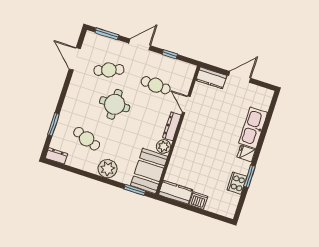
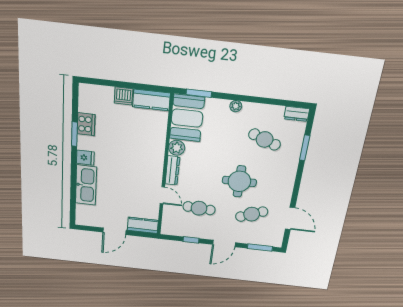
plant: (107, 169) -> (236, 106), width x0.53, depth x0.53

